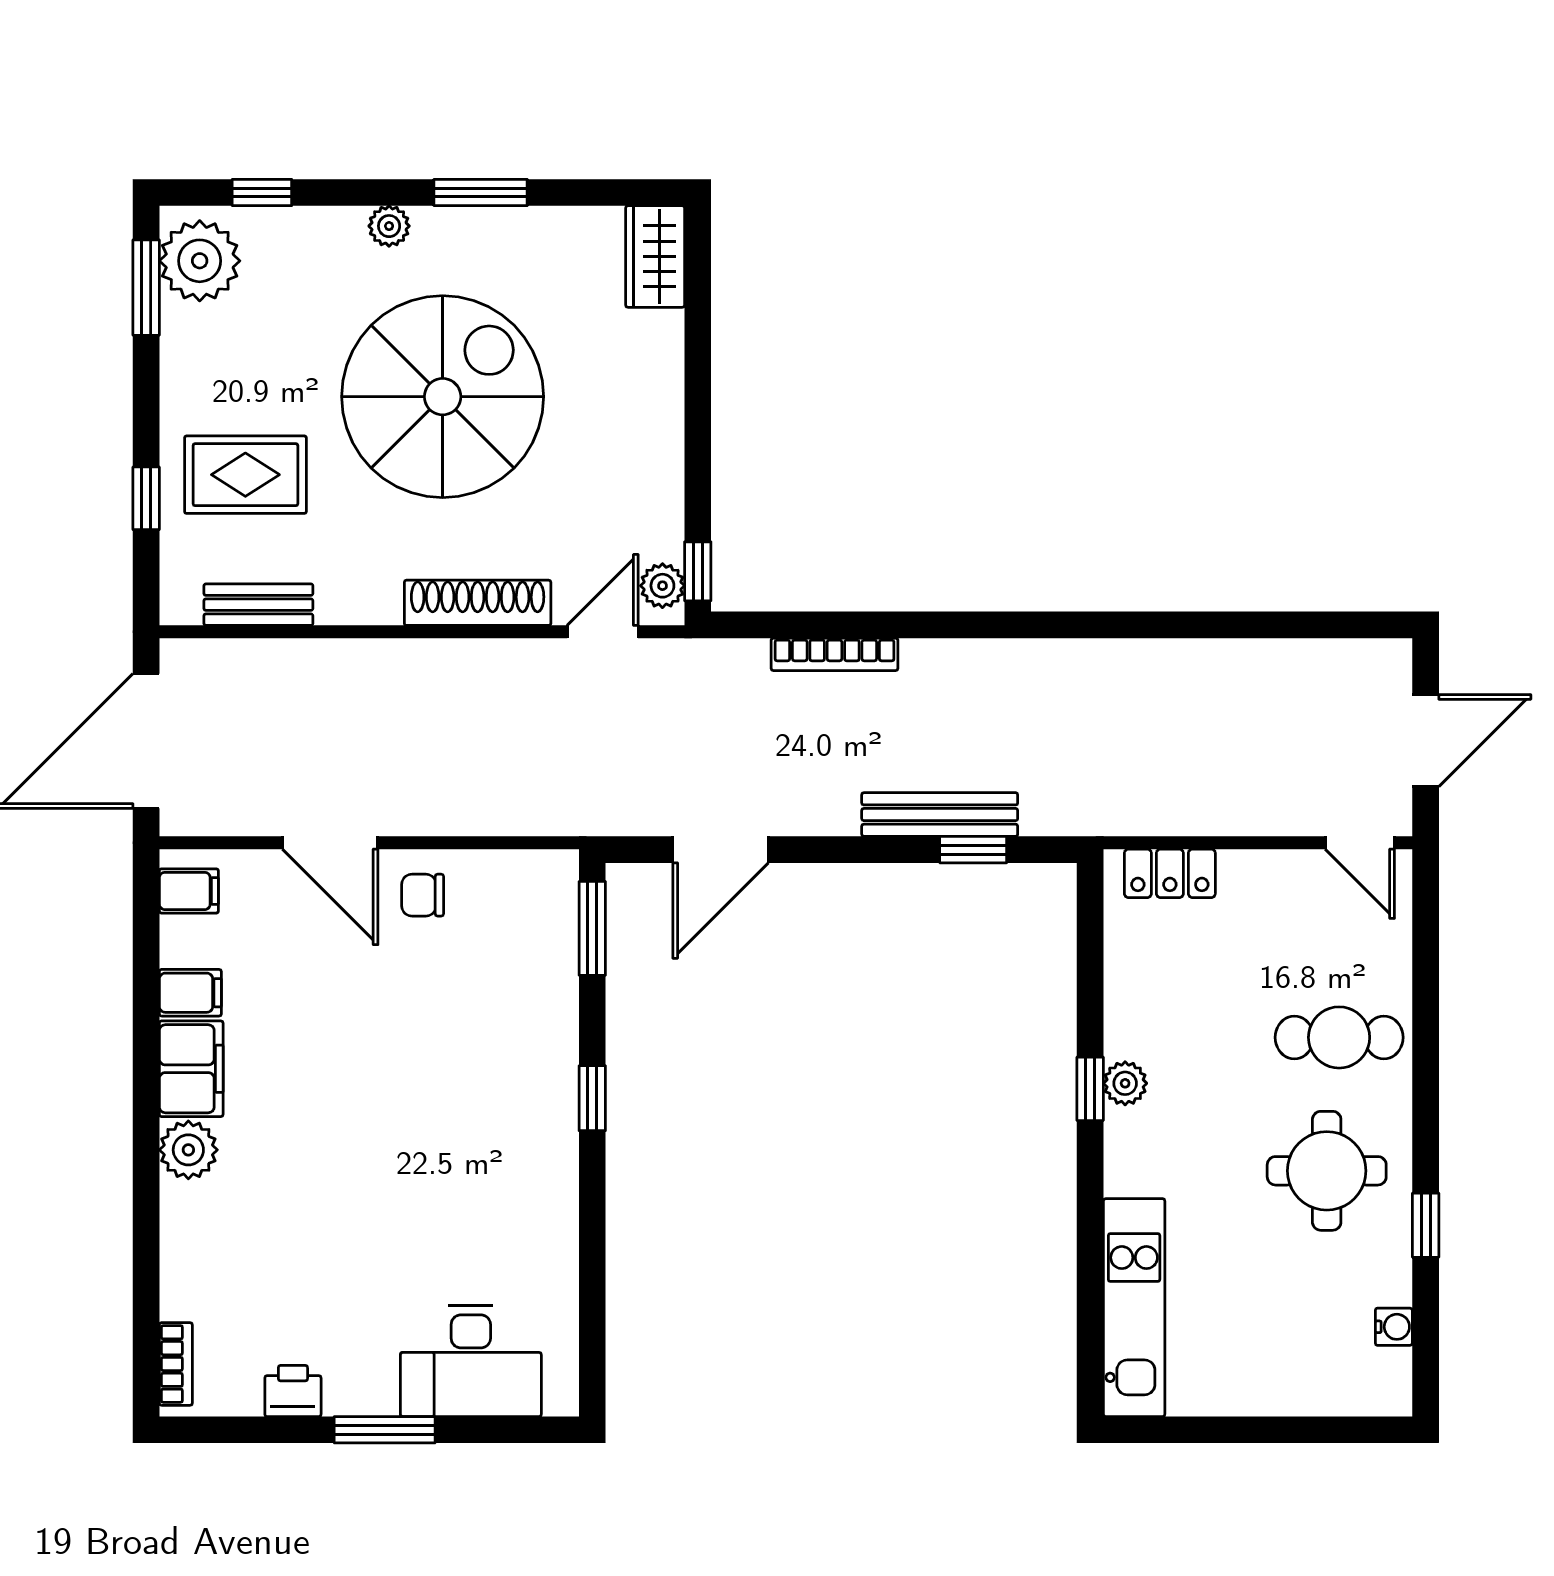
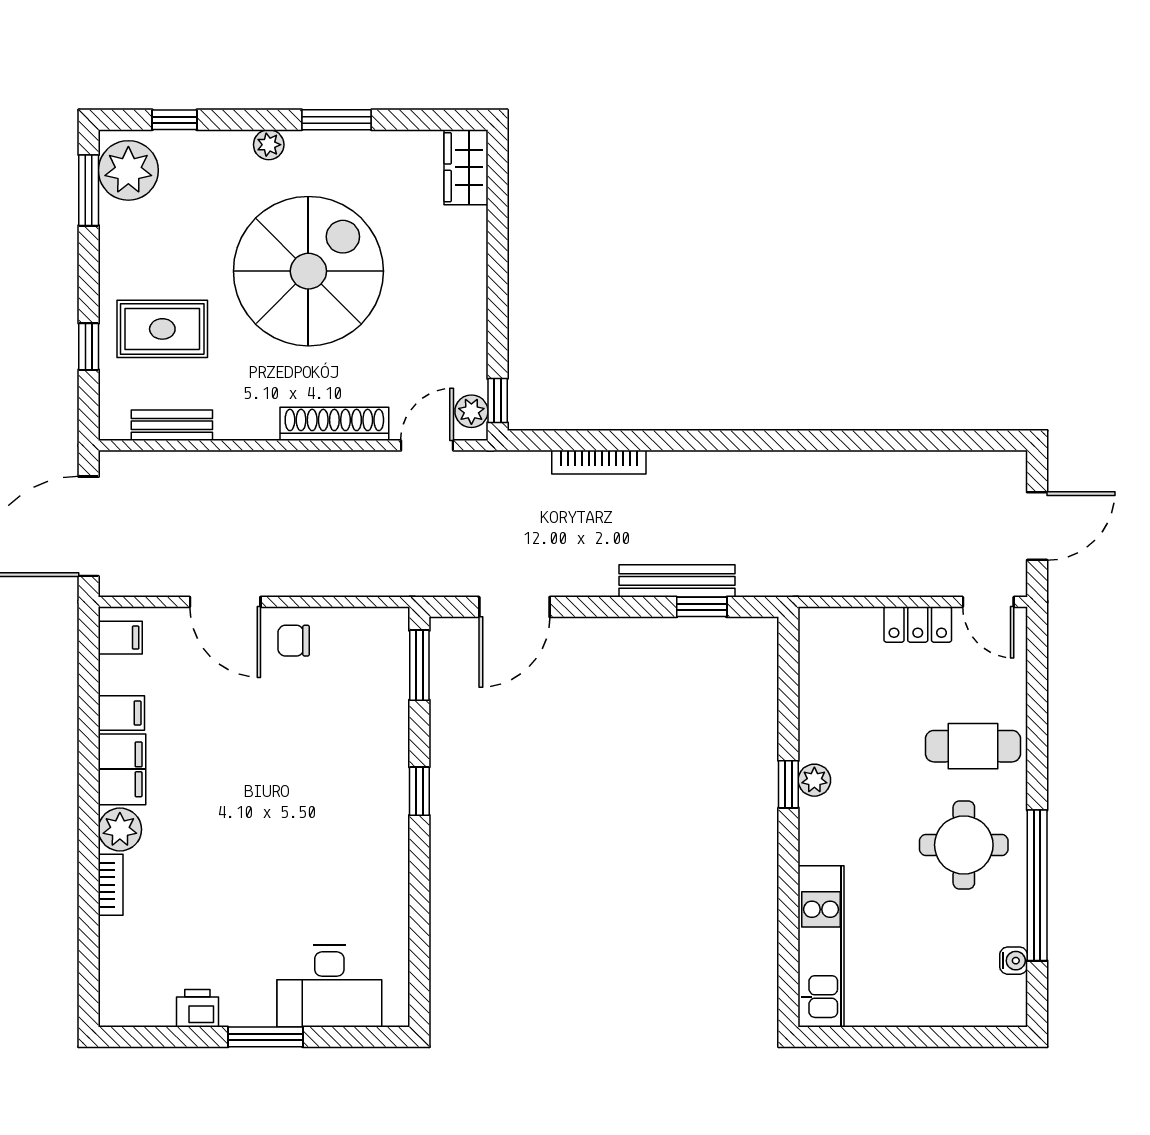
locker: (1170, 873) -> (918, 624), moved
window: (1426, 1225) -> (1037, 885), width x3.17
bookcase: (176, 1364) -> (111, 885), moved

